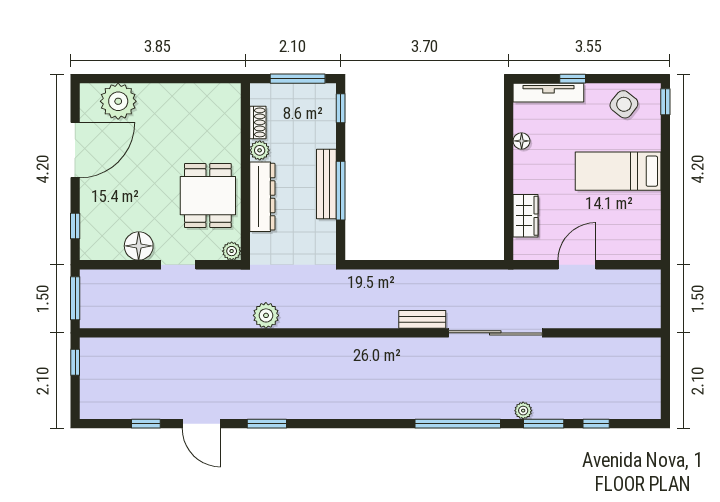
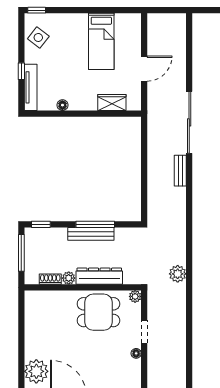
bed: (618, 171) -> (101, 41), moved
floor lamp: (139, 246) -> (136, 353), width x0.53, depth x0.53
door: (577, 265) -> (144, 69), swing flipped

